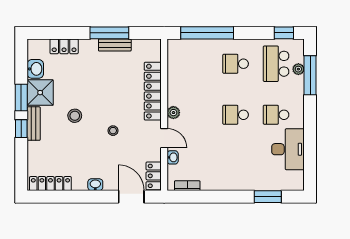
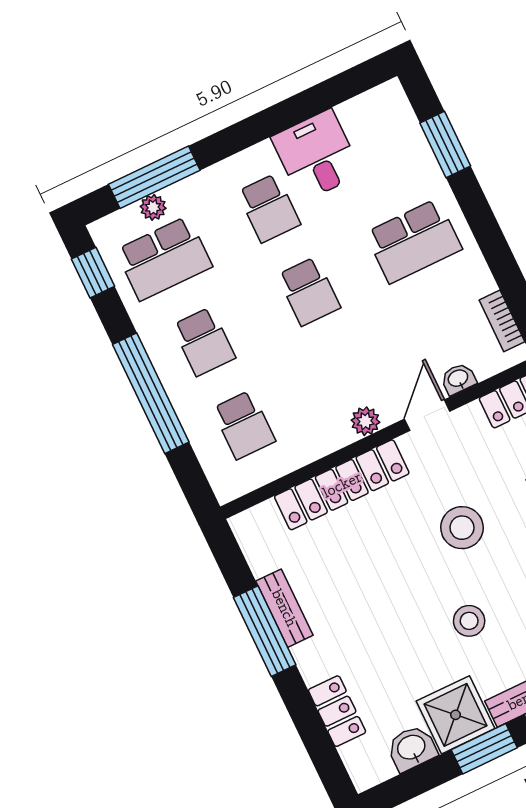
window: (207, 33) -> (151, 393), moved
school desk: (195, 64) -> (244, 425), added
stool: (113, 131) -> (462, 528), width x1.89, depth x1.89
desk: (288, 149) -> (317, 155), width x0.73
school desk: (236, 166) -> (414, 241), added

